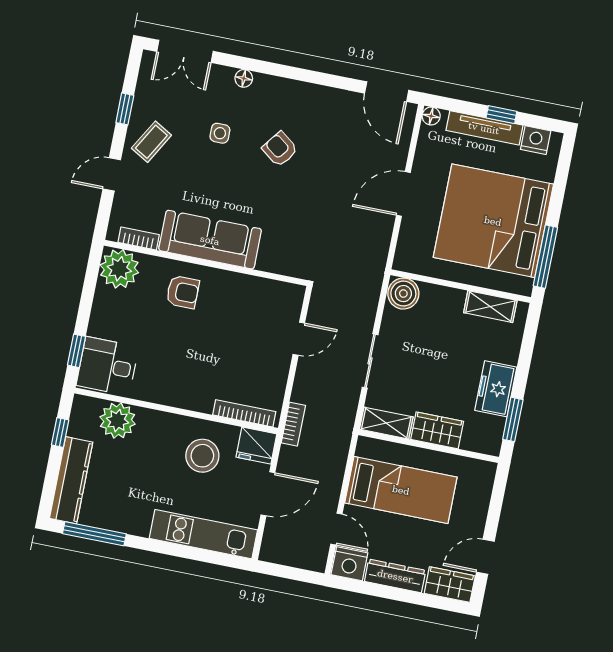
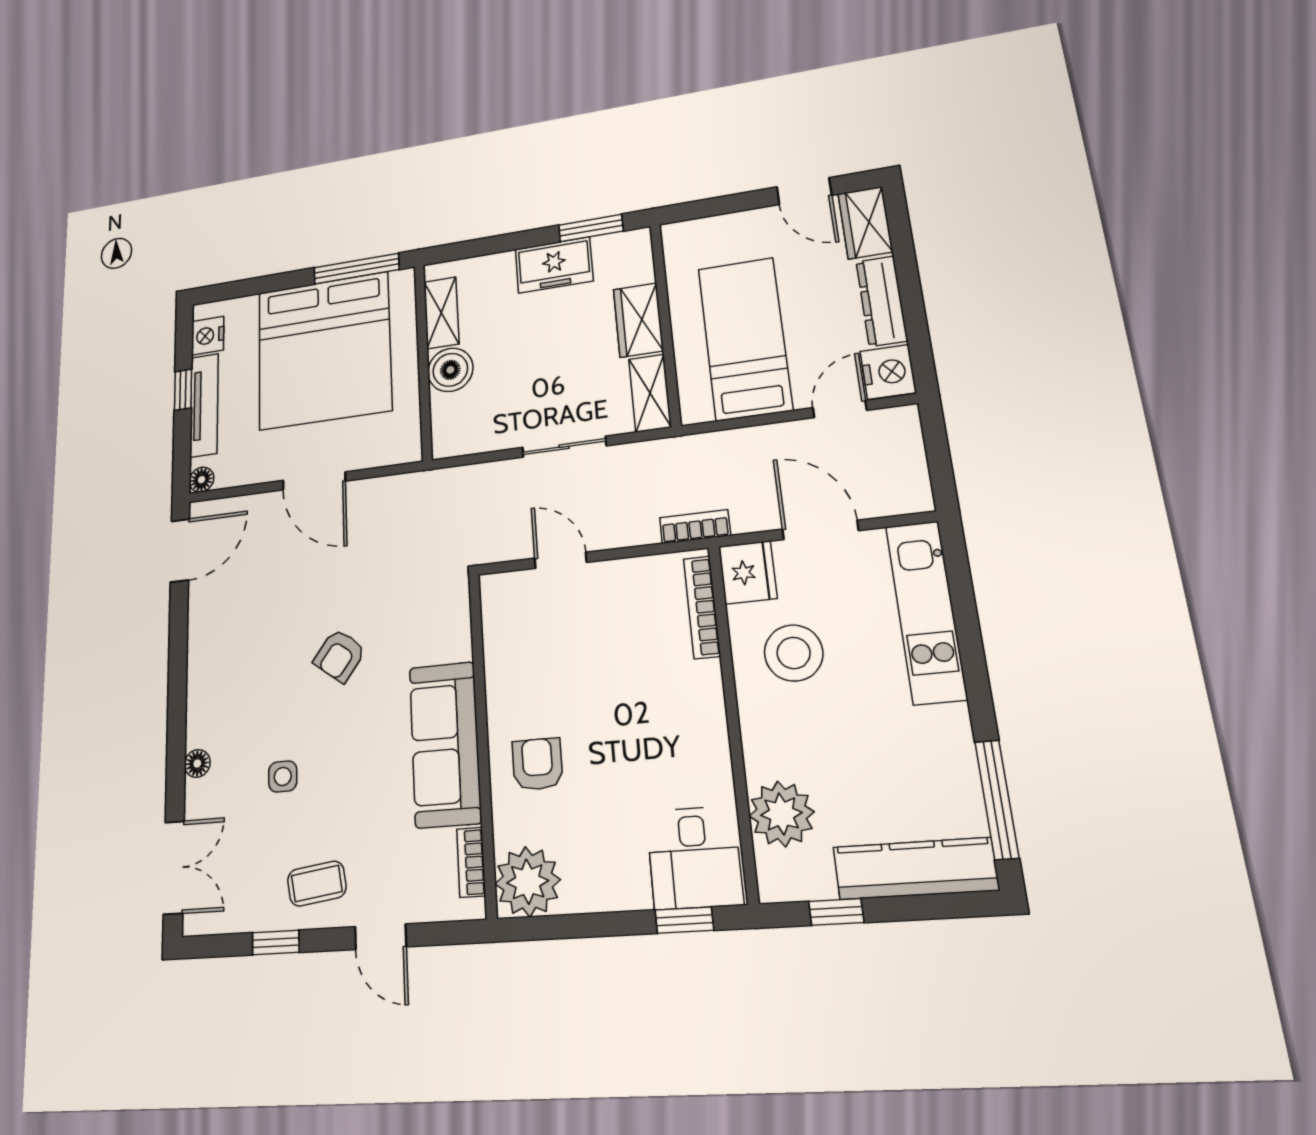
coffee table: (151, 142) -> (317, 884), turned -38
armchair: (280, 149) -> (339, 656), moved
boiler: (403, 294) -> (450, 370), moved

